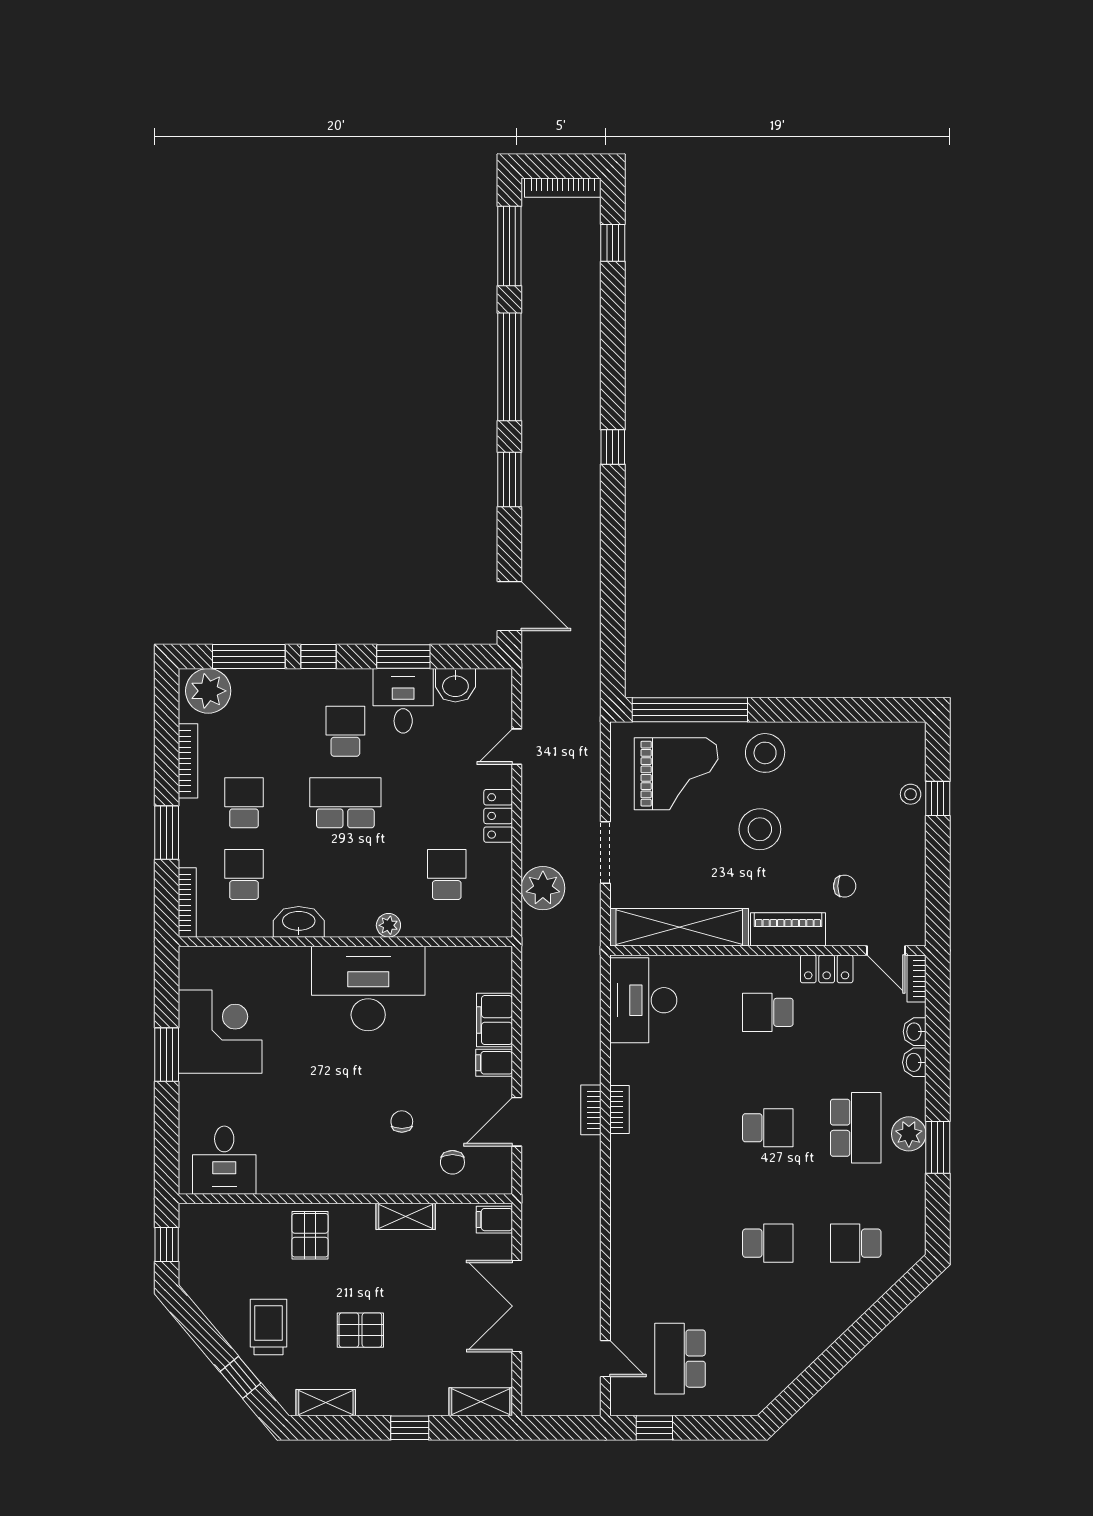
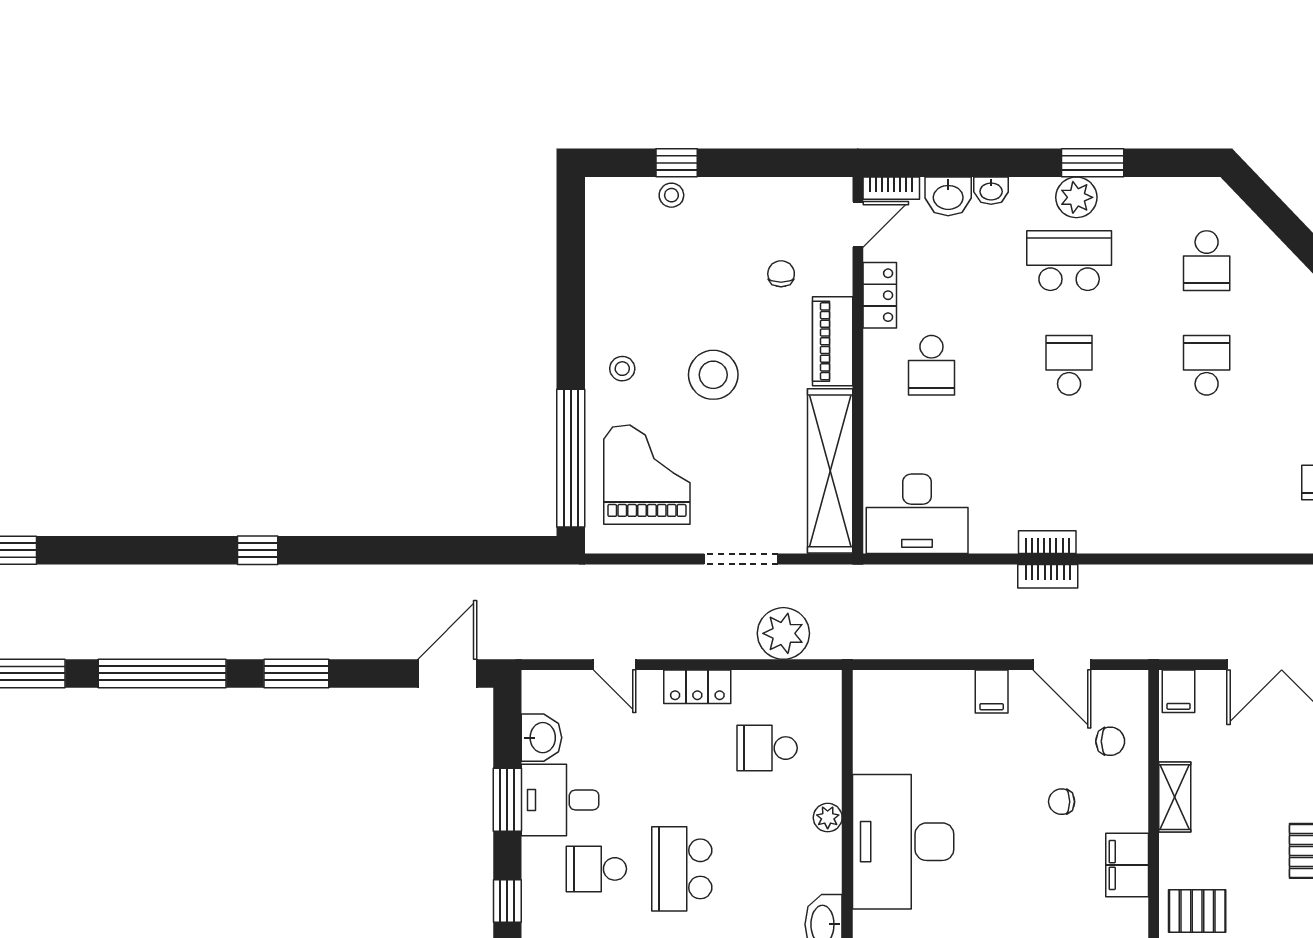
stool: (765, 753) -> (622, 369), width x0.53, depth x0.53
filing cabinet: (494, 1020) -> (1127, 865), moved, turned 90
washbasin: (915, 1032) -> (948, 196), width x1.38, depth x1.45

